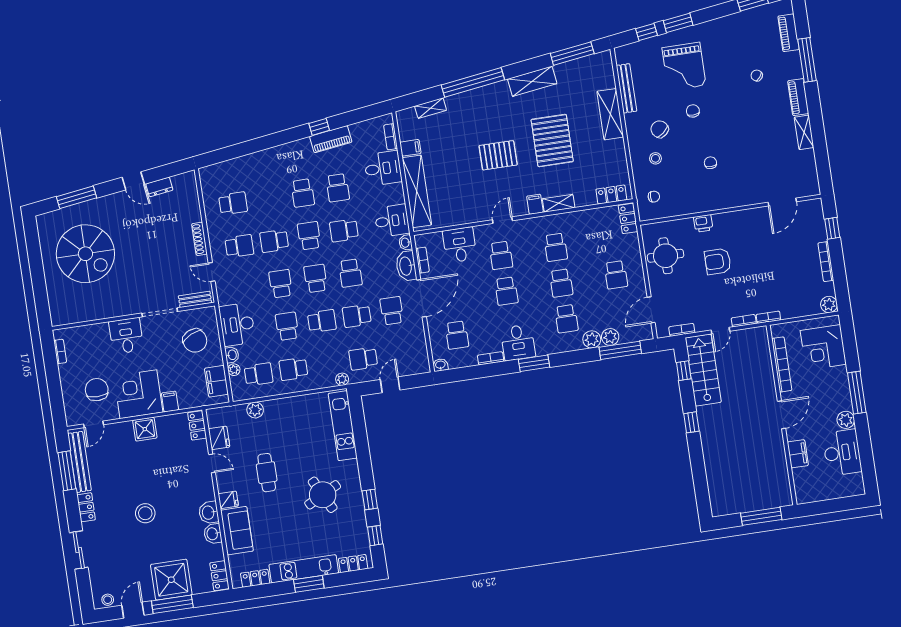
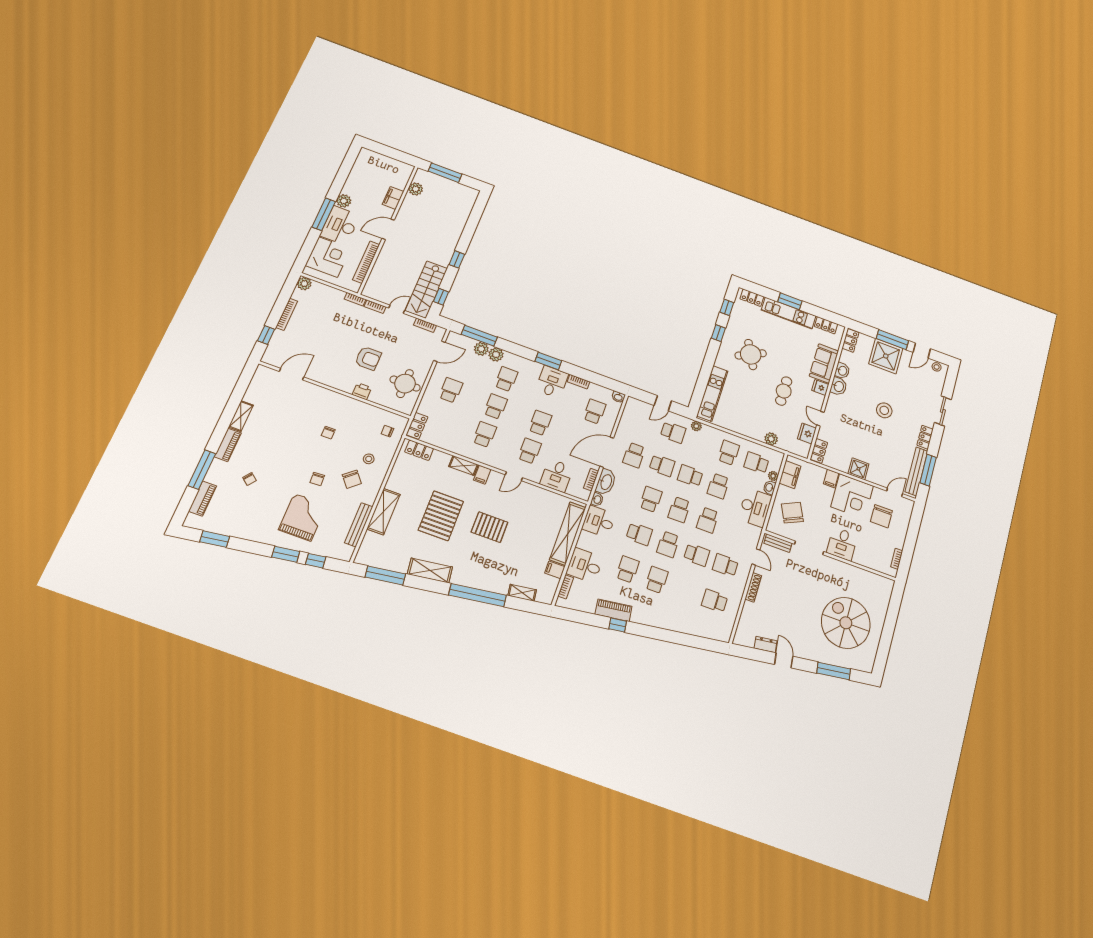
school desk: (293, 369) -> (729, 453), turned -90
desk: (842, 453) -> (340, 225), moved
plant: (781, 478) -> (416, 189), added

